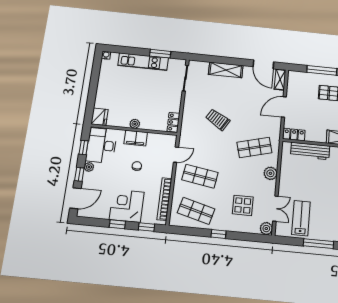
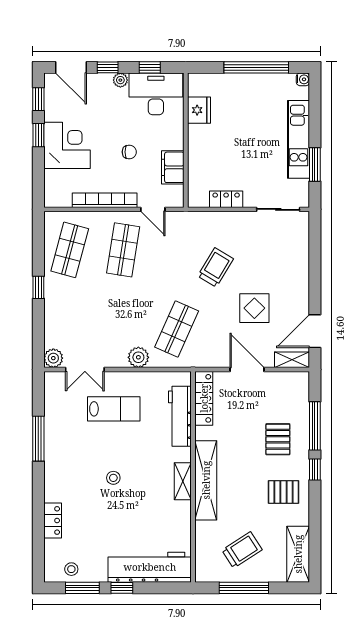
shelving: (226, 70) -> (299, 272), removed
window: (94, 82) -> (256, 67), added
fridge: (99, 117) -> (199, 110), moved, turned -90
locker: (173, 122) -> (226, 199), moved
plant: (135, 124) -> (195, 140), removed
locker: (294, 135) -> (204, 398), width x1.53
filing cabinet: (136, 138) -> (173, 167), moved
shop shelf: (254, 147) -> (177, 329), turned 39
bookcase: (164, 199) -> (105, 200), moved
display table: (243, 205) -> (254, 308), moved
lab bench: (301, 218) -> (114, 409), moved
window: (146, 227) -> (38, 99), moved

